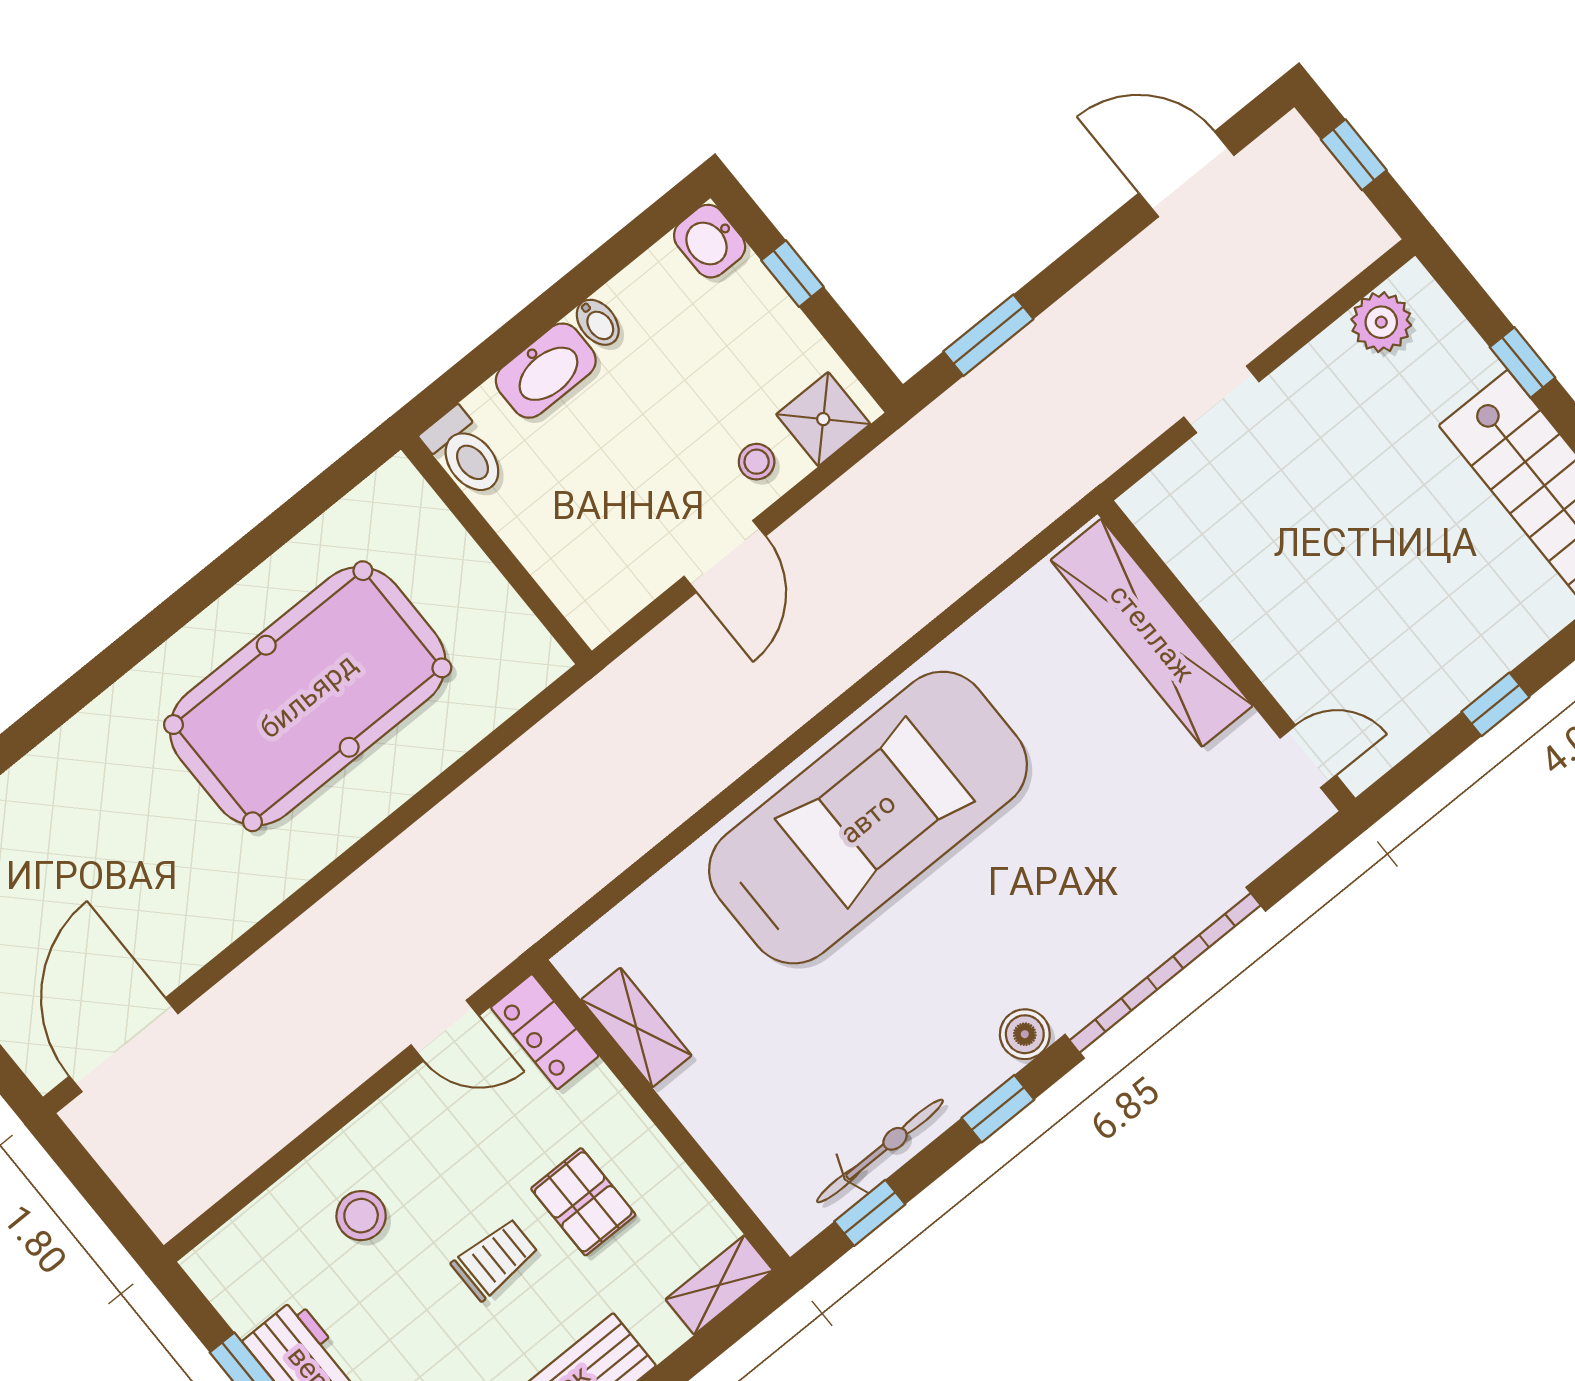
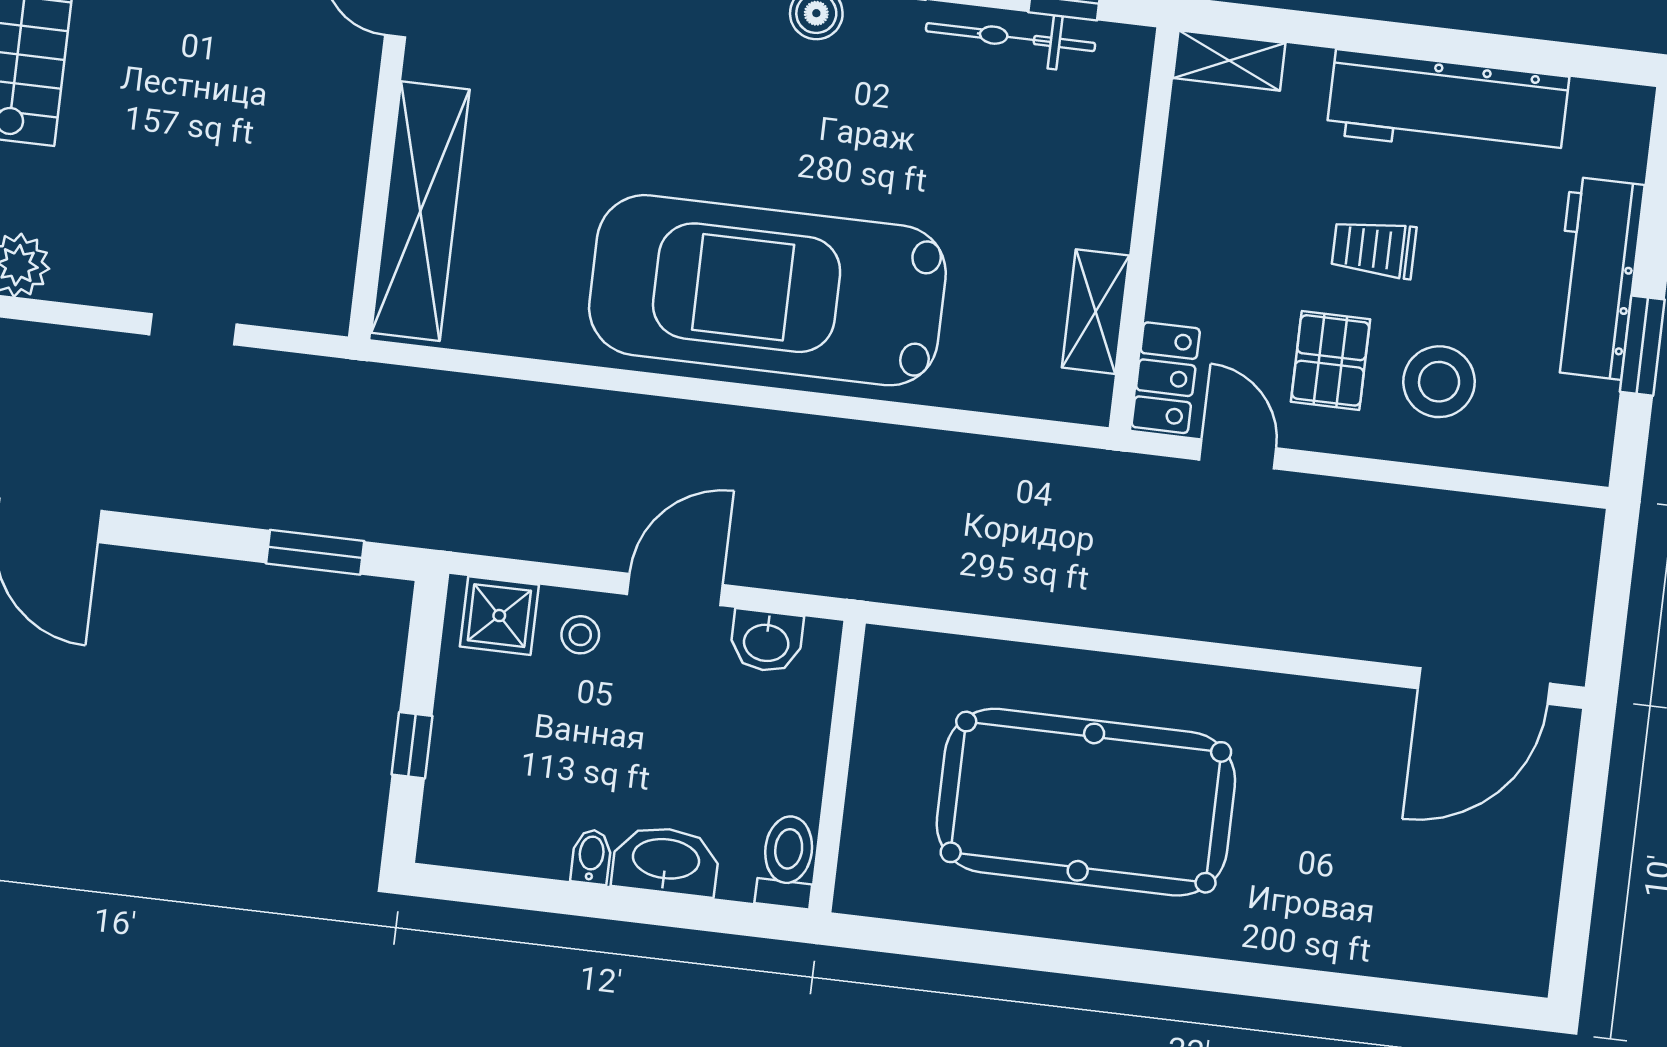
washbasin: (710, 241) -> (766, 641), moved, turned 90
pallet: (583, 1202) -> (1331, 360), moved
stool: (361, 1216) -> (1439, 382), width x1.38, depth x1.38

